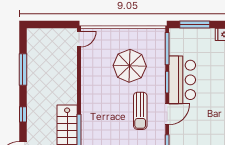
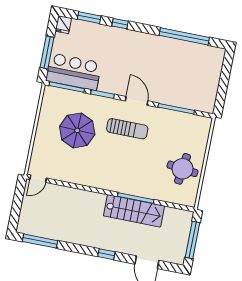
door: (79, 39) -> (38, 179), swing flipped
window: (23, 70) -> (40, 241), moved
bar counter: (182, 80) -> (74, 72), moved

